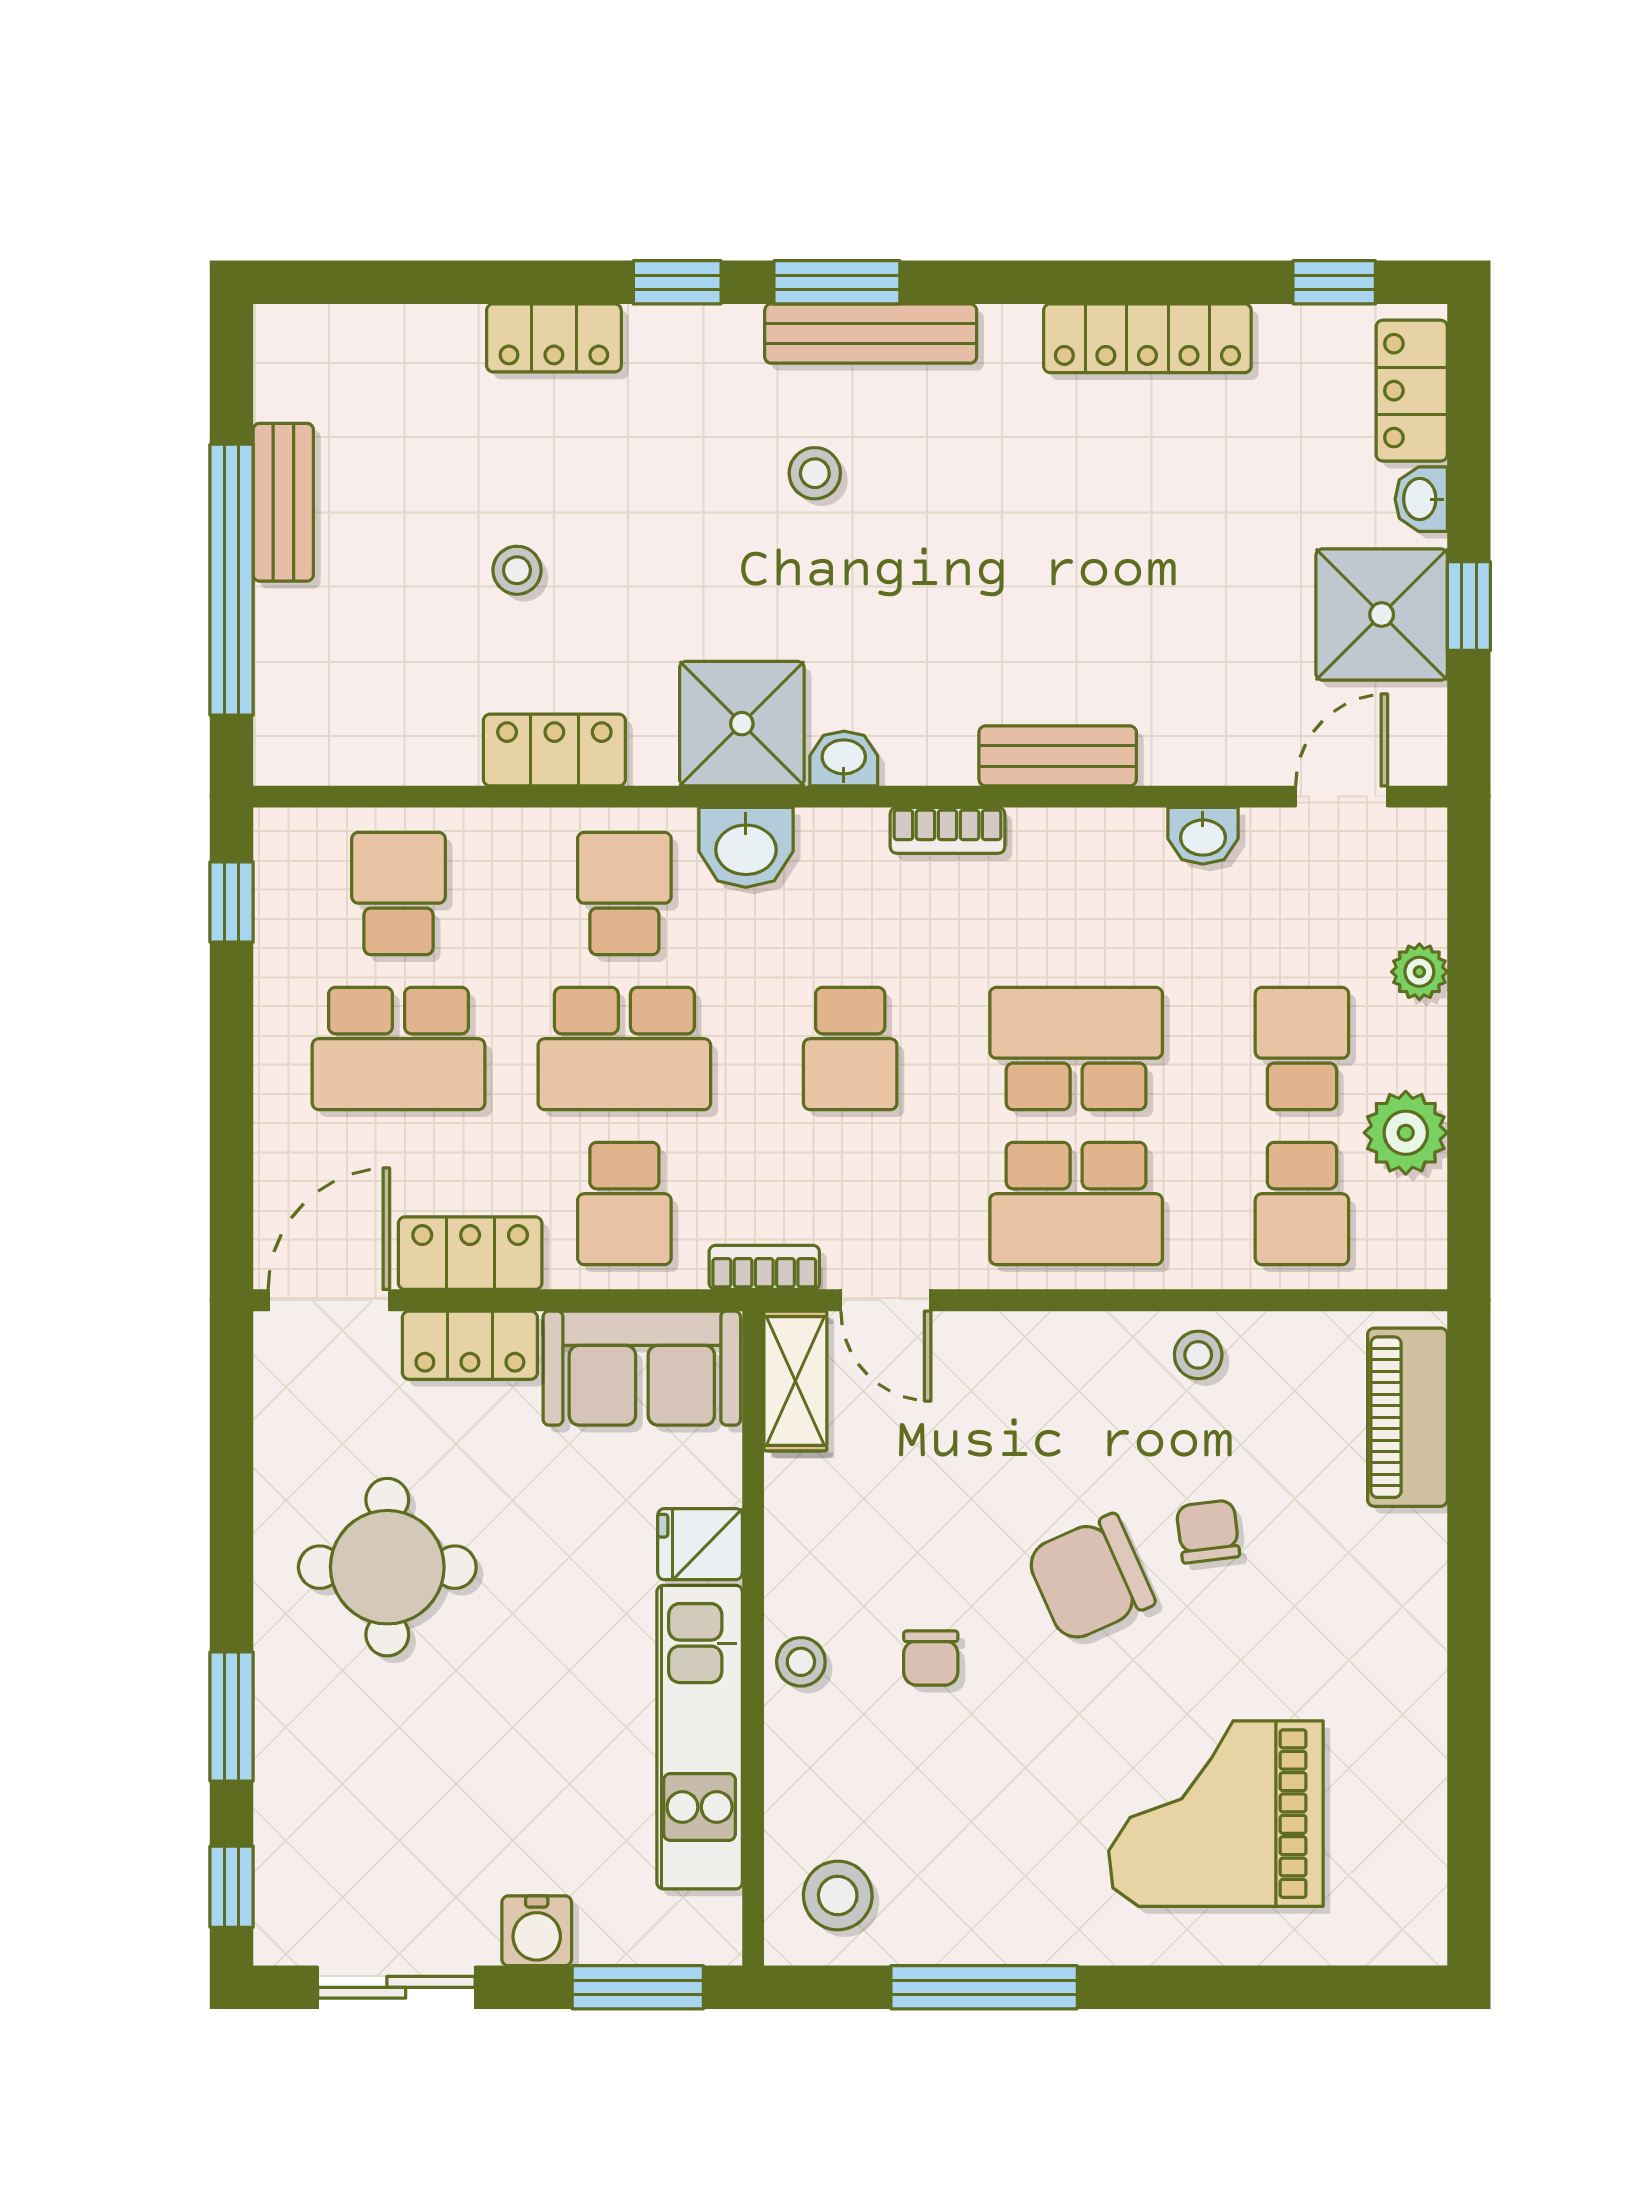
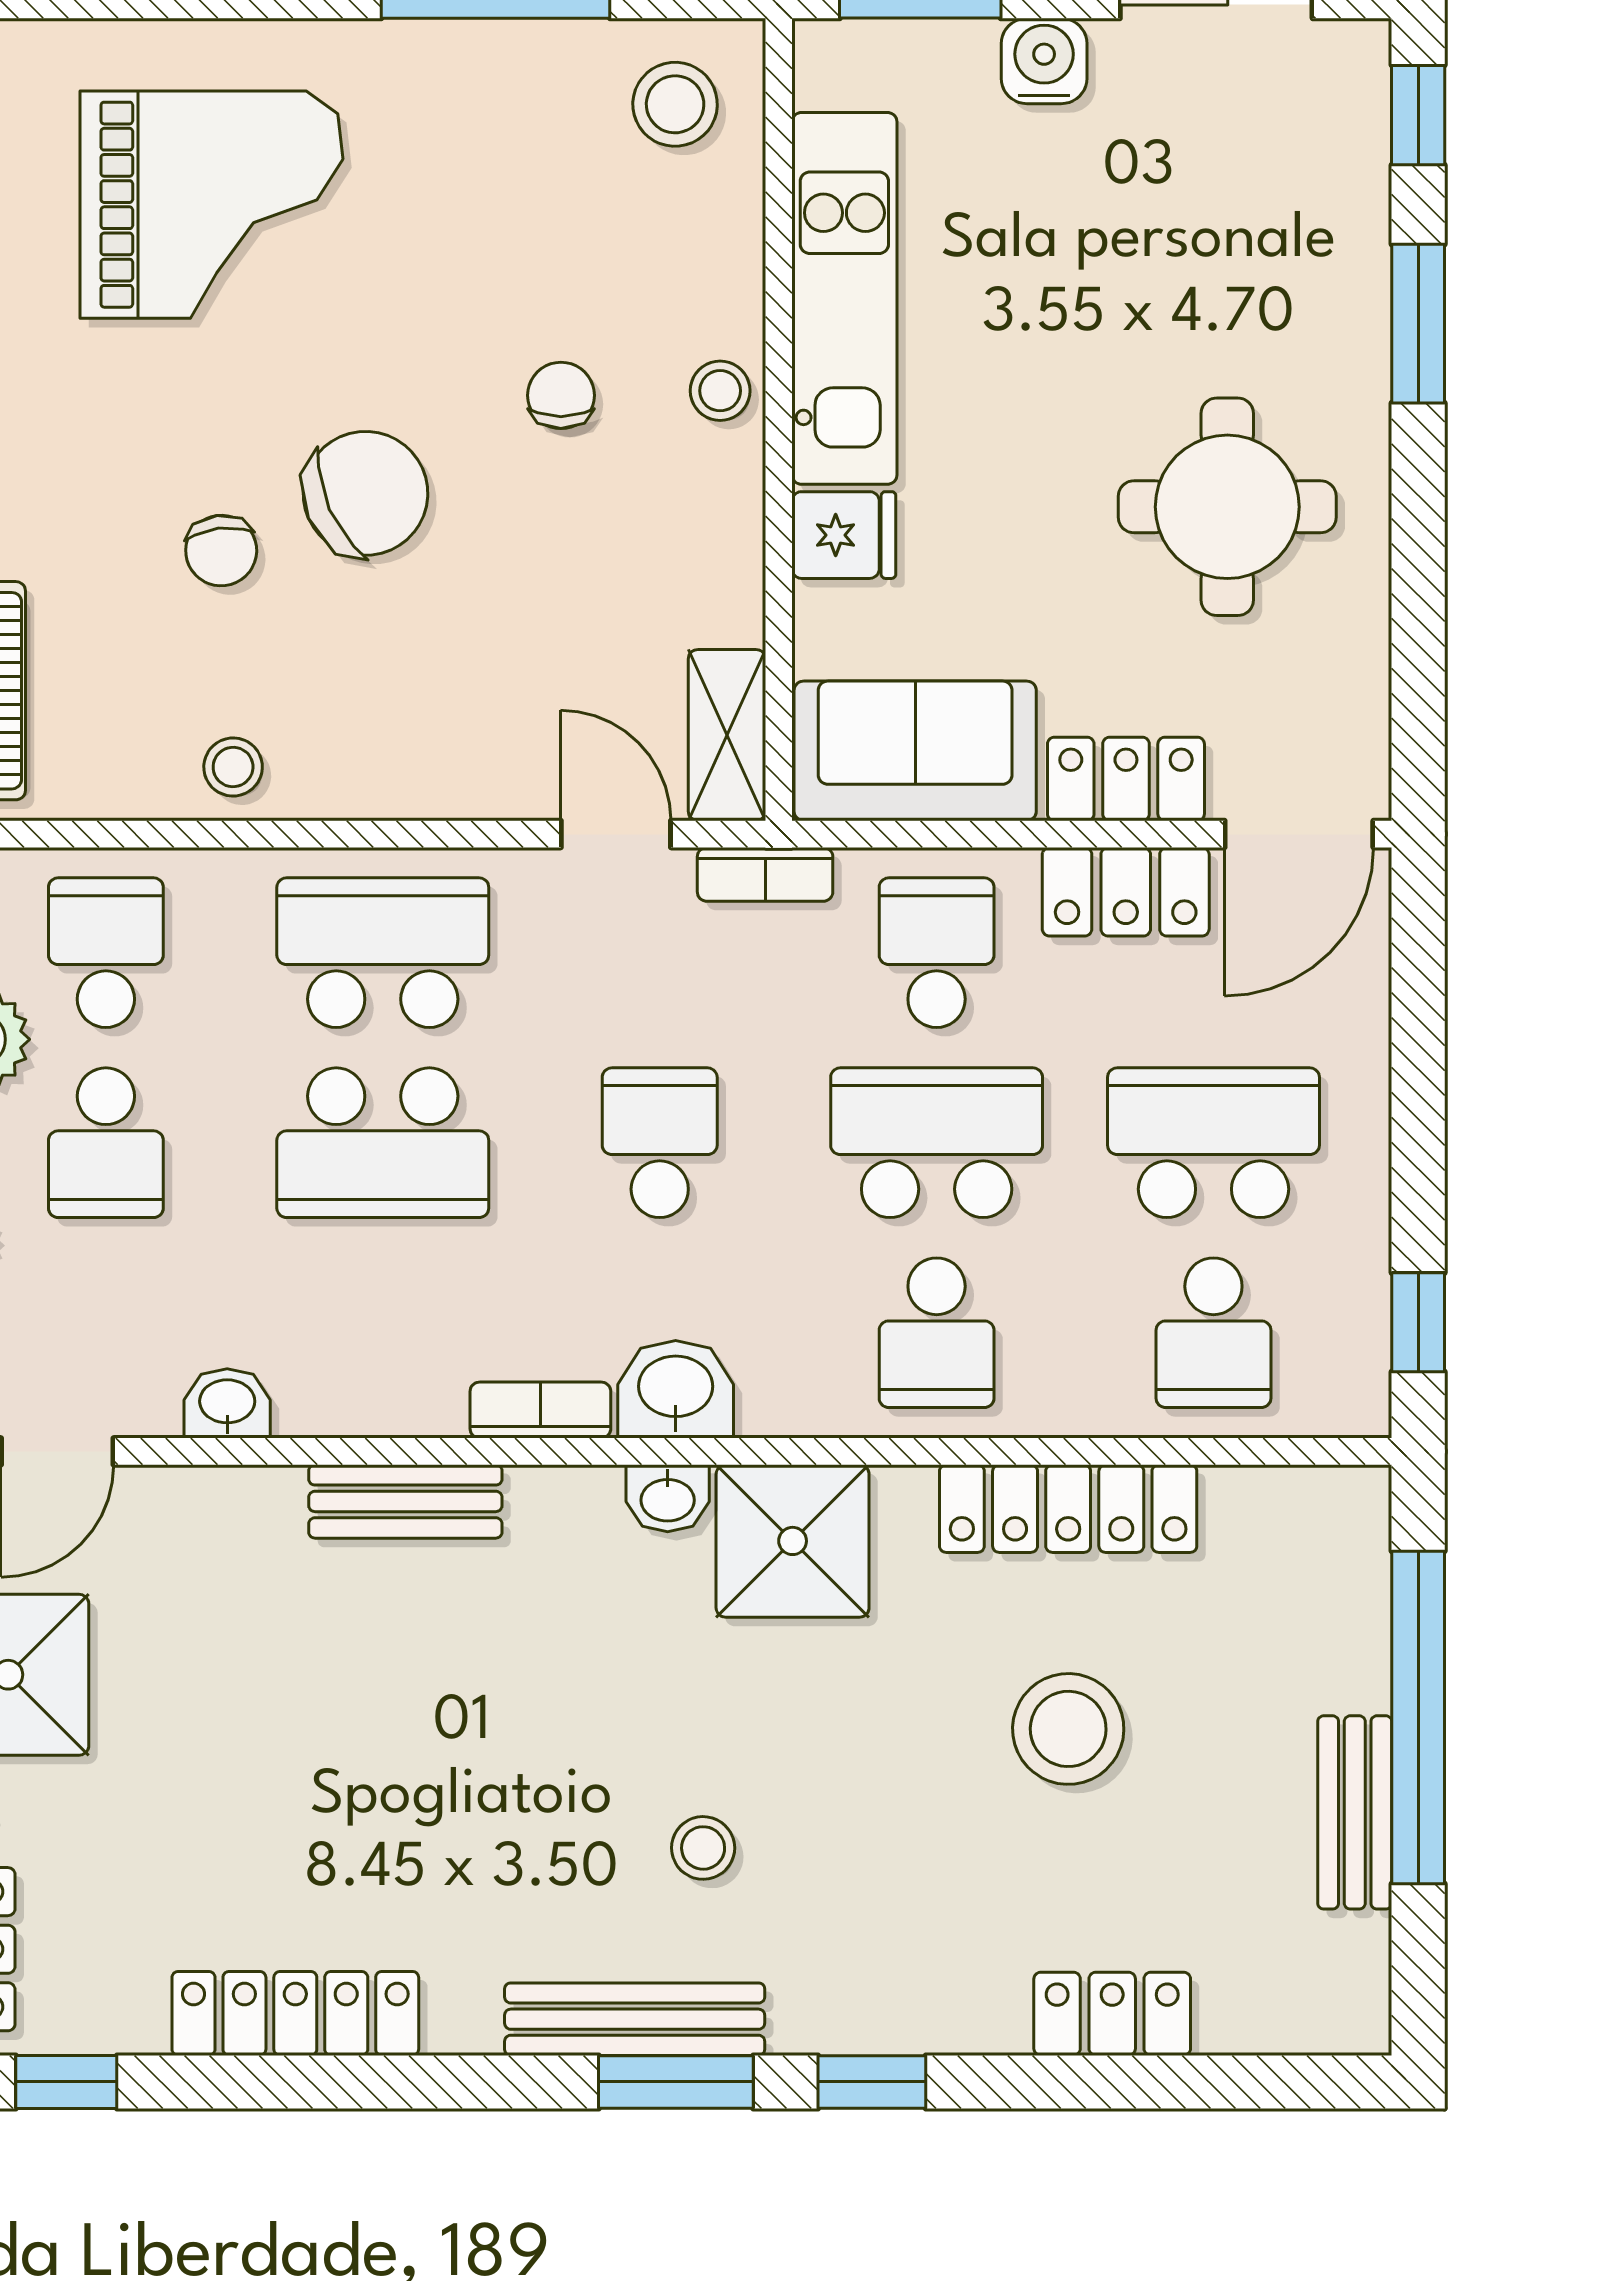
locker: (554, 338) -> (1112, 2014), moved
stool: (517, 570) -> (1068, 1729), width x1.89, depth x1.89
locker: (554, 750) -> (1068, 1509), width x1.53
washbasin: (746, 847) -> (676, 1389), moved

